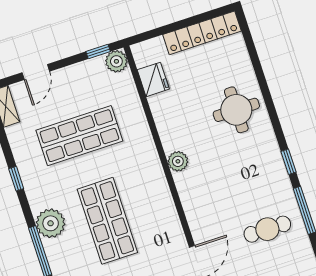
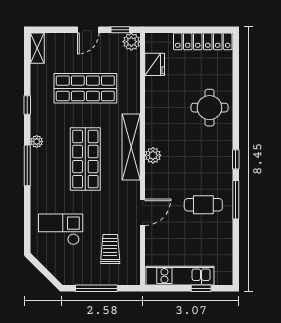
door: (36, 72) -> (88, 30), moved
plant: (178, 161) -> (153, 155), moved
shelving: (158, 188) -> (131, 147), added
plant: (51, 223) -> (37, 142), width x0.53, depth x0.53

